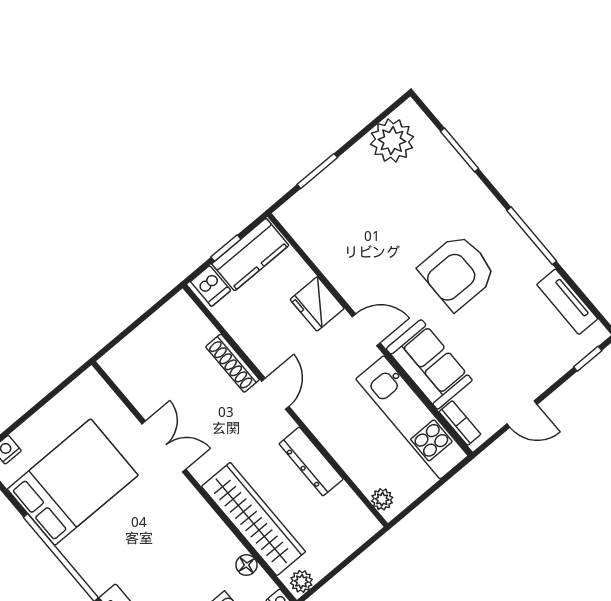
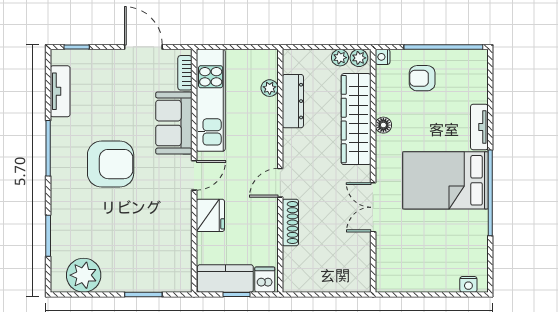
door: (366, 330) -> (194, 175), swing flipped
door: (522, 414) -> (143, 47), width x1.38
dresser: (311, 461) -> (293, 101), moved
bed: (73, 482) -> (445, 180), moved
plant: (382, 499) -> (270, 88), moved
floor lamp: (246, 565) -> (383, 125), moved
plant: (320, 566) -> (340, 58), added

